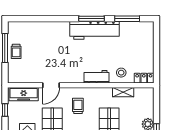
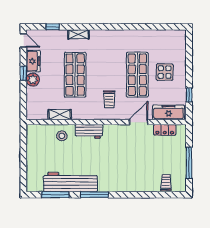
workbench: (95, 30) -> (70, 182), moved
trolley: (16, 51) -> (166, 182), moved
locker: (144, 78) -> (165, 130), moved

